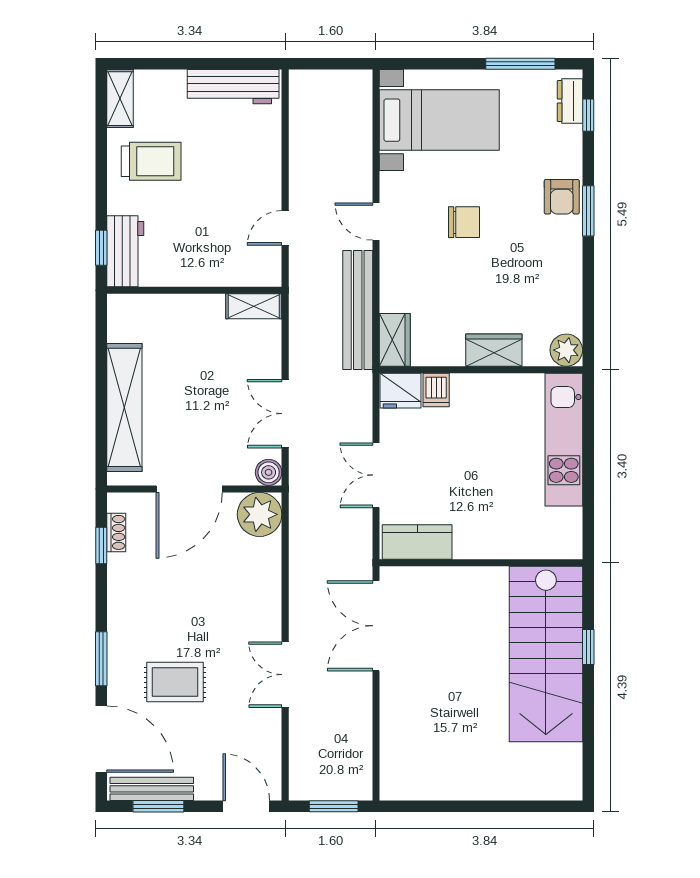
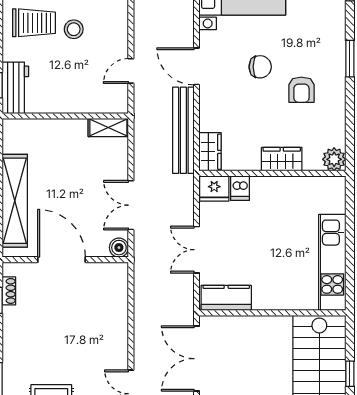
stool: (206, 170) -> (74, 29), added
armchair: (562, 197) -> (301, 90), moved
door: (376, 222) -> (196, 66), width x1.38
kitchen unit: (564, 440) -> (332, 262), moved
door: (189, 489) -> (62, 260), swing flipped
plant: (260, 514) -> (112, 278), removed

